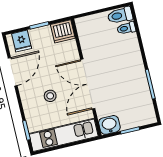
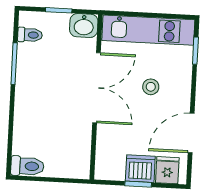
toilet: (126, 28) -> (30, 35), moved
dishwasher: (63, 31) -> (140, 169), moved

